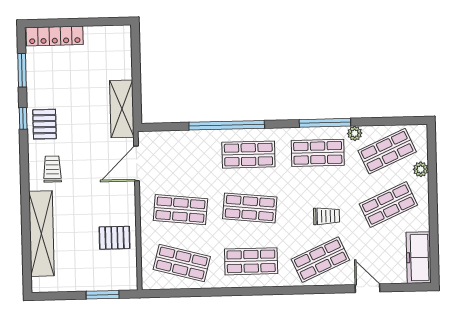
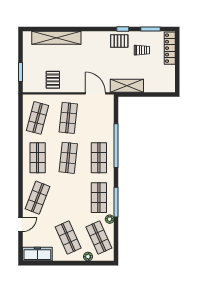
trolley: (52, 169) -> (142, 50), moved
trolley: (326, 216) -> (62, 202), removed
shop shelf: (320, 260) -> (38, 198), turned 45

